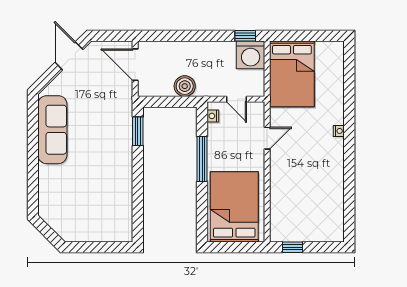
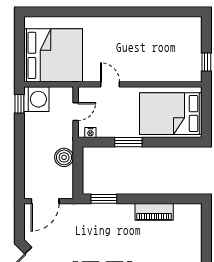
bed: (292, 74) -> (53, 55), width x1.36
nightstand: (339, 131) -> (104, 21), removed
window: (202, 159) -> (128, 142), width x0.69
piano: (123, 188) -> (154, 212), added

